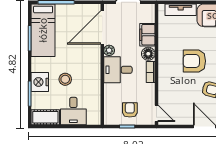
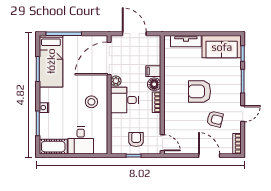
filing cabinet: (147, 35) -> (153, 71), width x0.50
stool: (65, 79) -> (91, 102), moved
nightstand: (40, 82) -> (44, 108), width x0.53, depth x0.56

